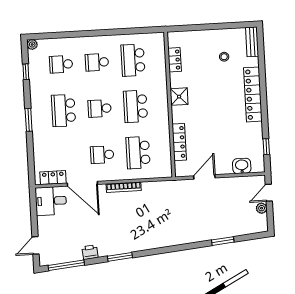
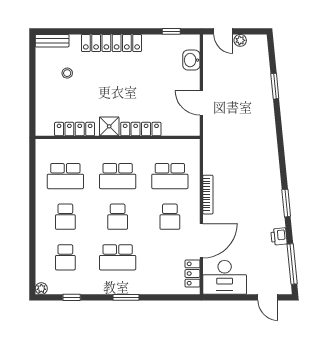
locker: (175, 60) -> (75, 129), width x1.53
locker: (179, 142) -> (141, 129), moved
desk: (51, 201) -> (225, 277), width x1.37

